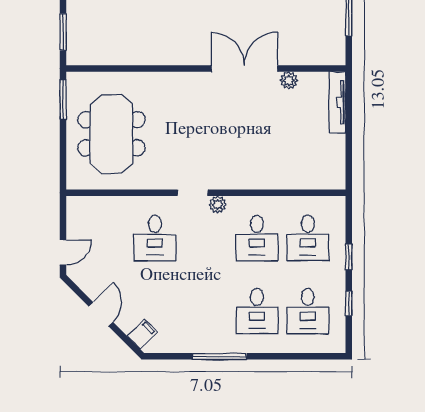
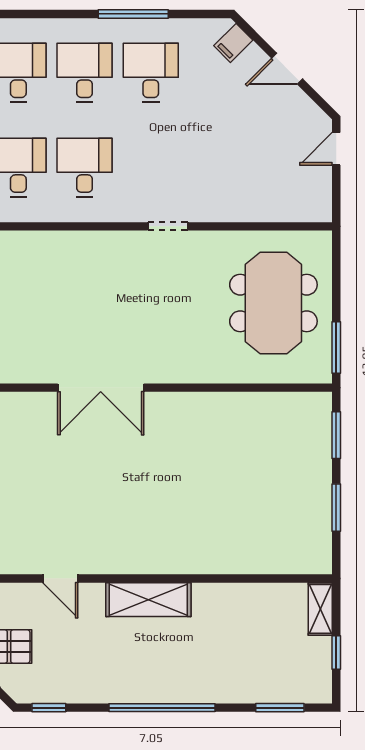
plant: (289, 81) -> (43, 372), removed
plant: (218, 205) -> (135, 211), removed
desk: (155, 238) -> (151, 73), moved
door: (101, 314) -> (287, 69), hinge flipped

